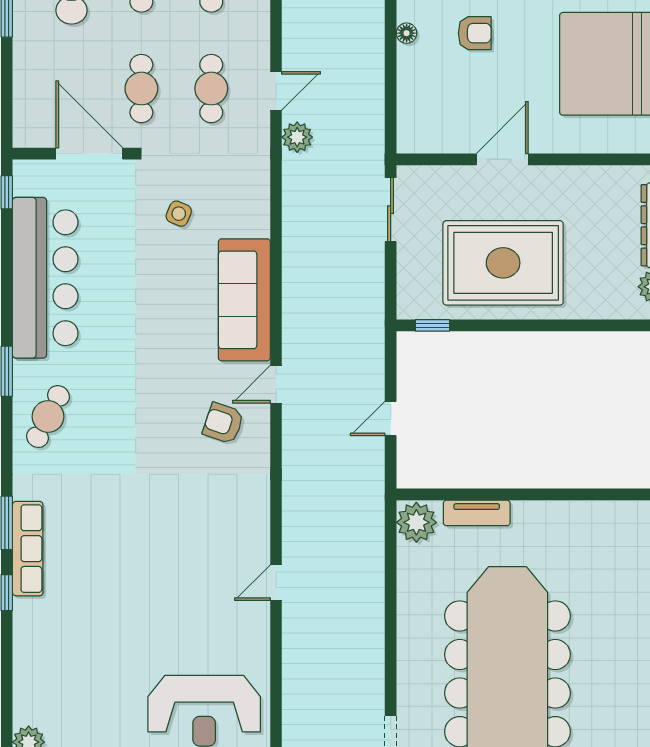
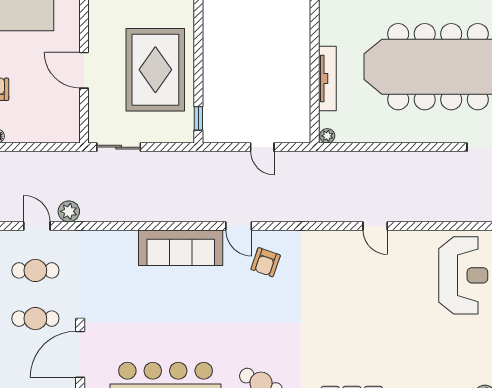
side table: (179, 214) -> (121, 293), removed
tv unit: (477, 513) -> (327, 78), width x1.41
plant: (416, 522) -> (327, 136), width x0.53, depth x0.53

